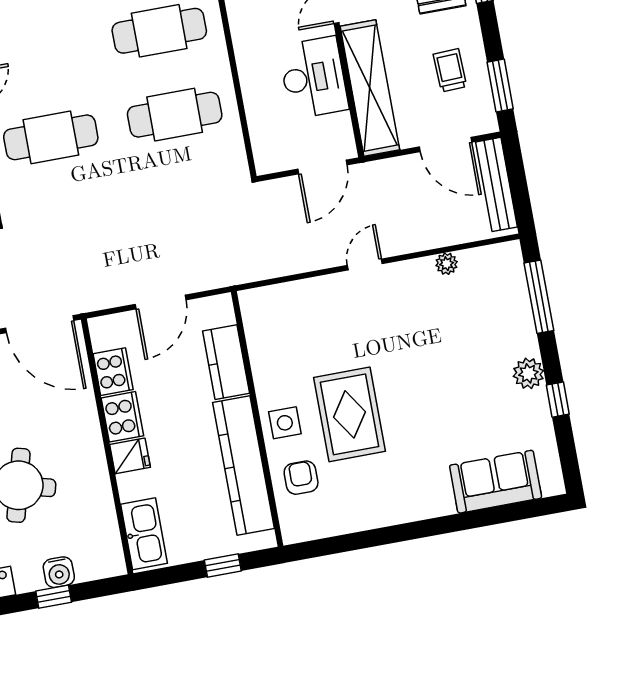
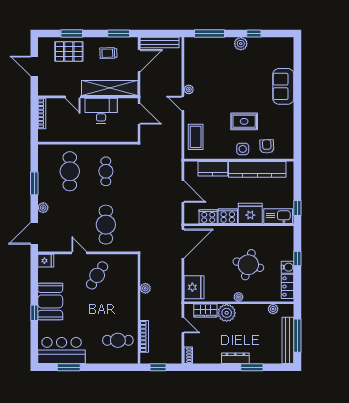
cafe table: (175, 115) -> (106, 171), width x0.73, depth x0.74
plant: (447, 264) -> (189, 89), moved
coffee table: (293, 308) -> (196, 137), added
rug: (349, 414) -> (244, 121), width x0.73, depth x0.70
fridge: (130, 456) -> (250, 213), width x1.88, depth x1.34
armchair: (301, 478) -> (267, 146), turned 88
sofa: (496, 482) -> (283, 86), moved
window: (223, 566) -> (297, 208), moved
water cooler: (59, 572) -> (288, 267), moved

